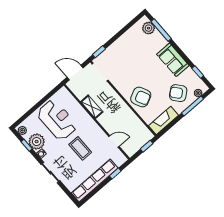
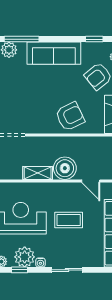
sofa: (173, 60) -> (54, 53), width x1.36
boiler: (108, 120) -> (65, 168), added
door: (114, 141) -> (91, 181), swing flipped

